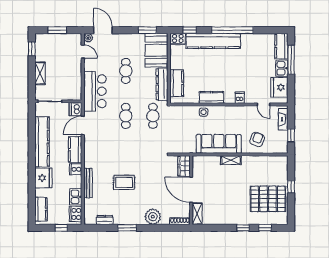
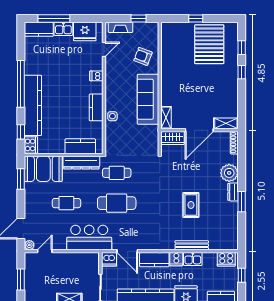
cafe table: (126, 116) -> (117, 203), width x1.37, depth x1.35
shelving: (231, 160) -> (166, 118), moved
kitchen sink: (76, 197) -> (193, 259), moved
dresser: (105, 220) -> (233, 192), moved

